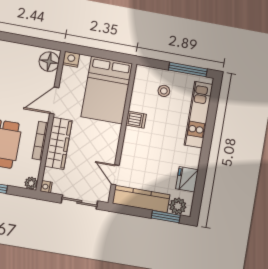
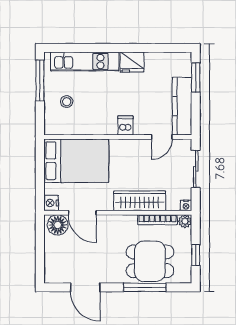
door: (54, 101) -> (82, 213), moved
dishwasher: (136, 120) -> (125, 125), moved
bookcase: (40, 141) -> (157, 220), moved
fridge: (187, 179) -> (132, 62), moved
plant: (178, 206) -> (183, 67), removed

